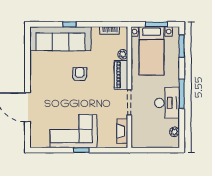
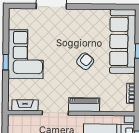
plant: (123, 54) -> (106, 107), removed
armchair: (80, 74) -> (85, 61), turned -52

